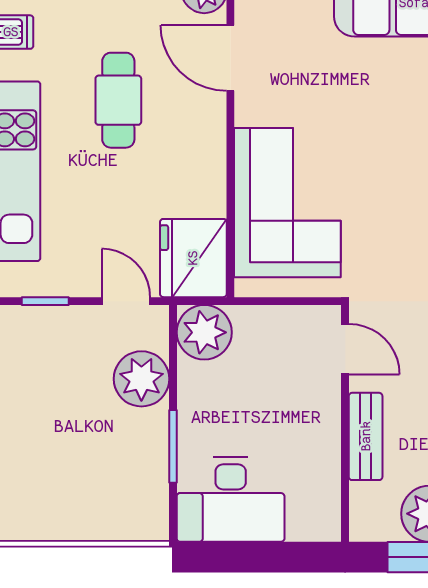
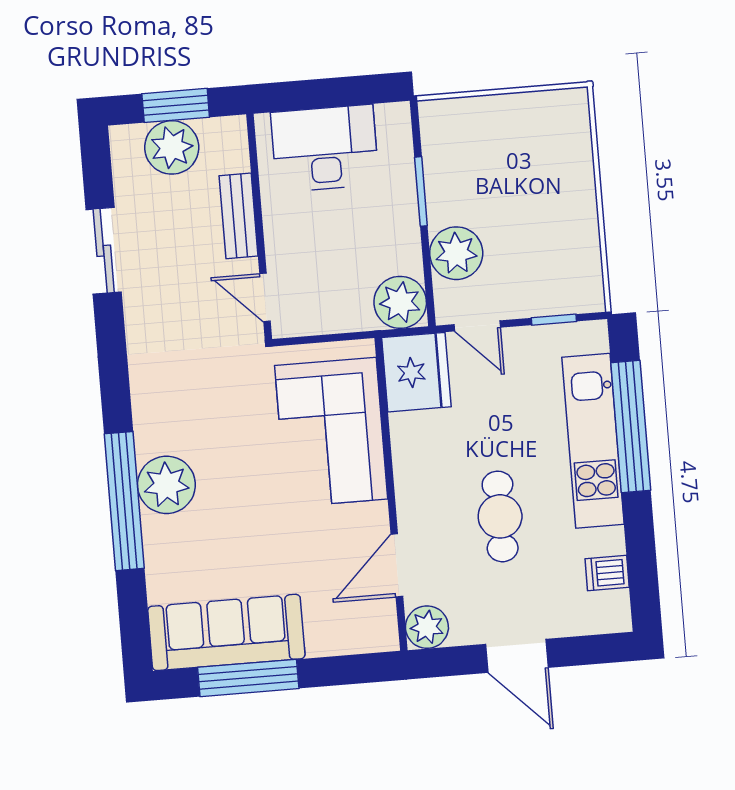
door: (230, 58) -> (397, 565), swing flipped
desk: (231, 500) -> (325, 148), moved

